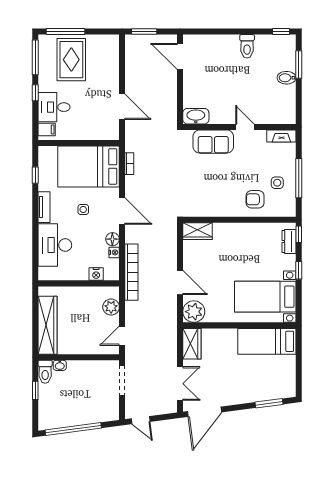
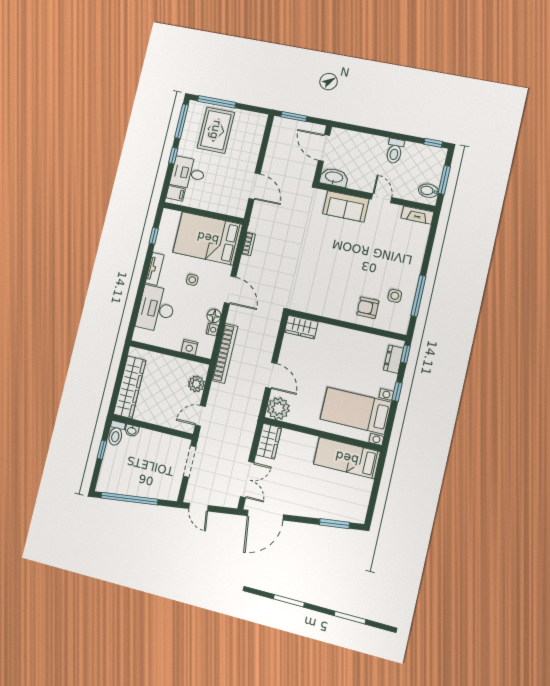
washbasin: (196, 116) -> (334, 177), moved
wall: (239, 127) -> (376, 197), moved
door: (245, 127) -> (382, 198), moved
fireplace: (281, 136) -> (417, 215), moved
sofa: (213, 142) -> (346, 206), moved

